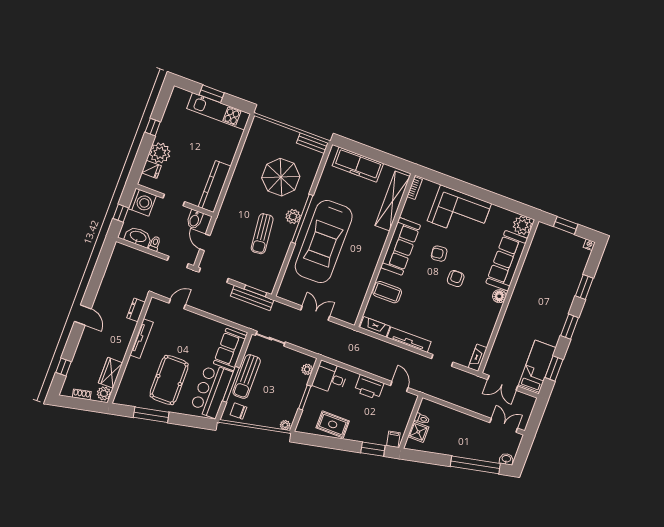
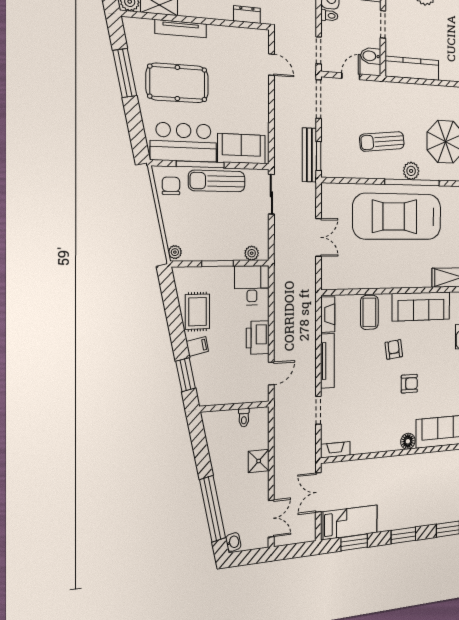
armchair: (439, 254) -> (394, 349), moved
tv unit: (142, 339) -> (181, 29), moved
shower: (418, 432) -> (259, 461), moved
filing cabinet: (393, 439) -> (197, 346), moved

